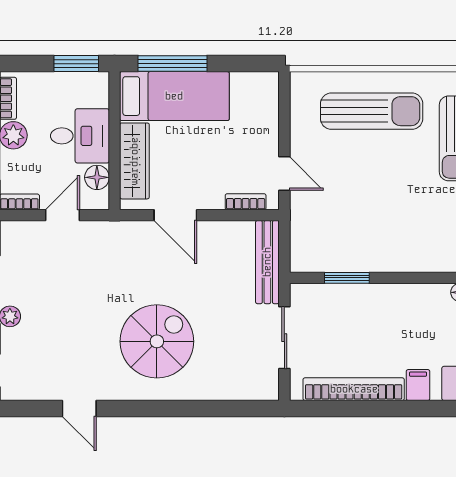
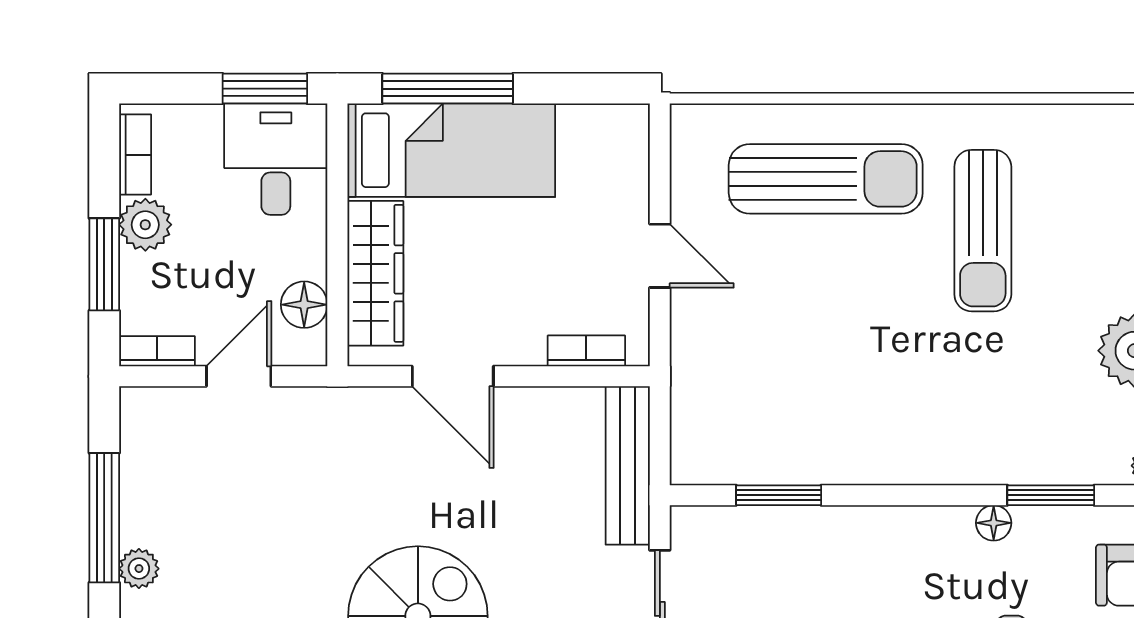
desk: (80, 136) -> (276, 159), moved, turned -90
door: (284, 173) -> (660, 256), moved

